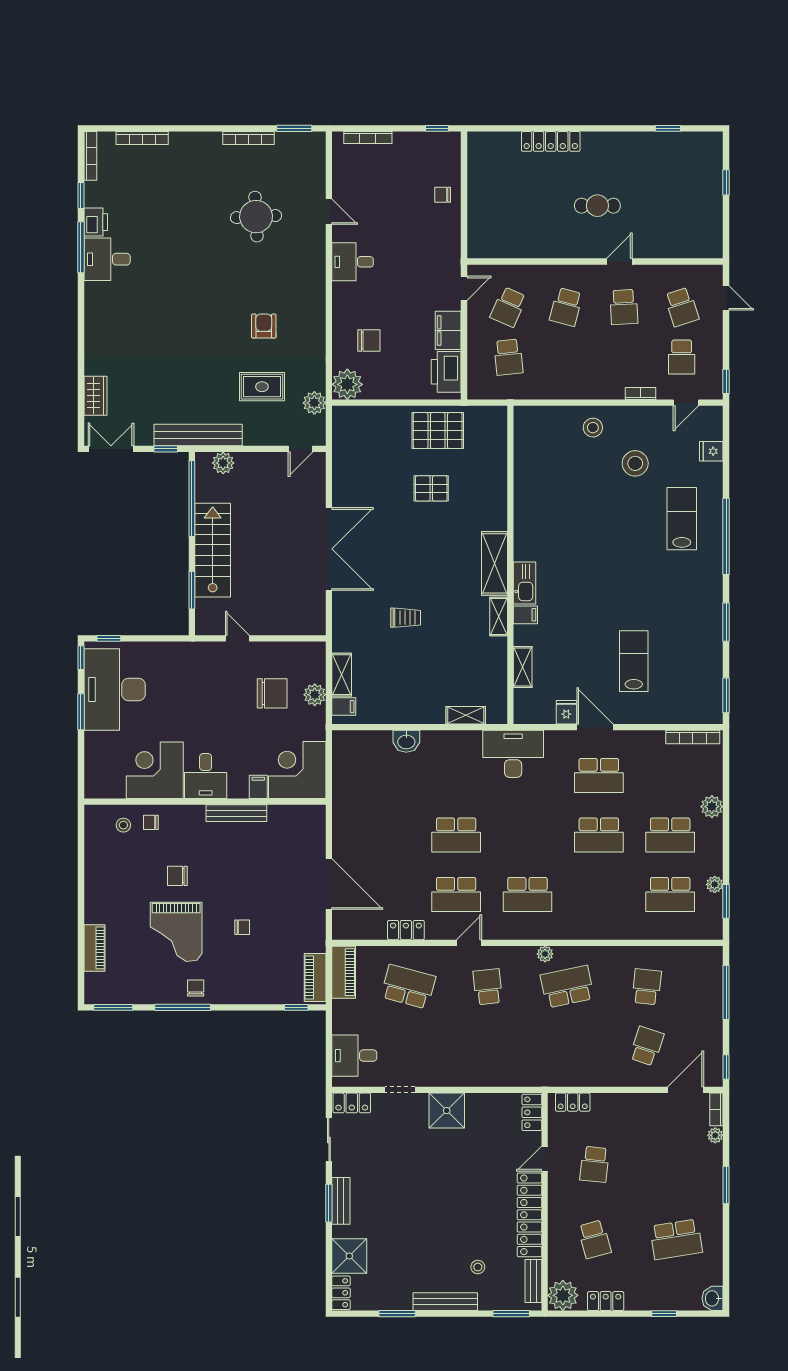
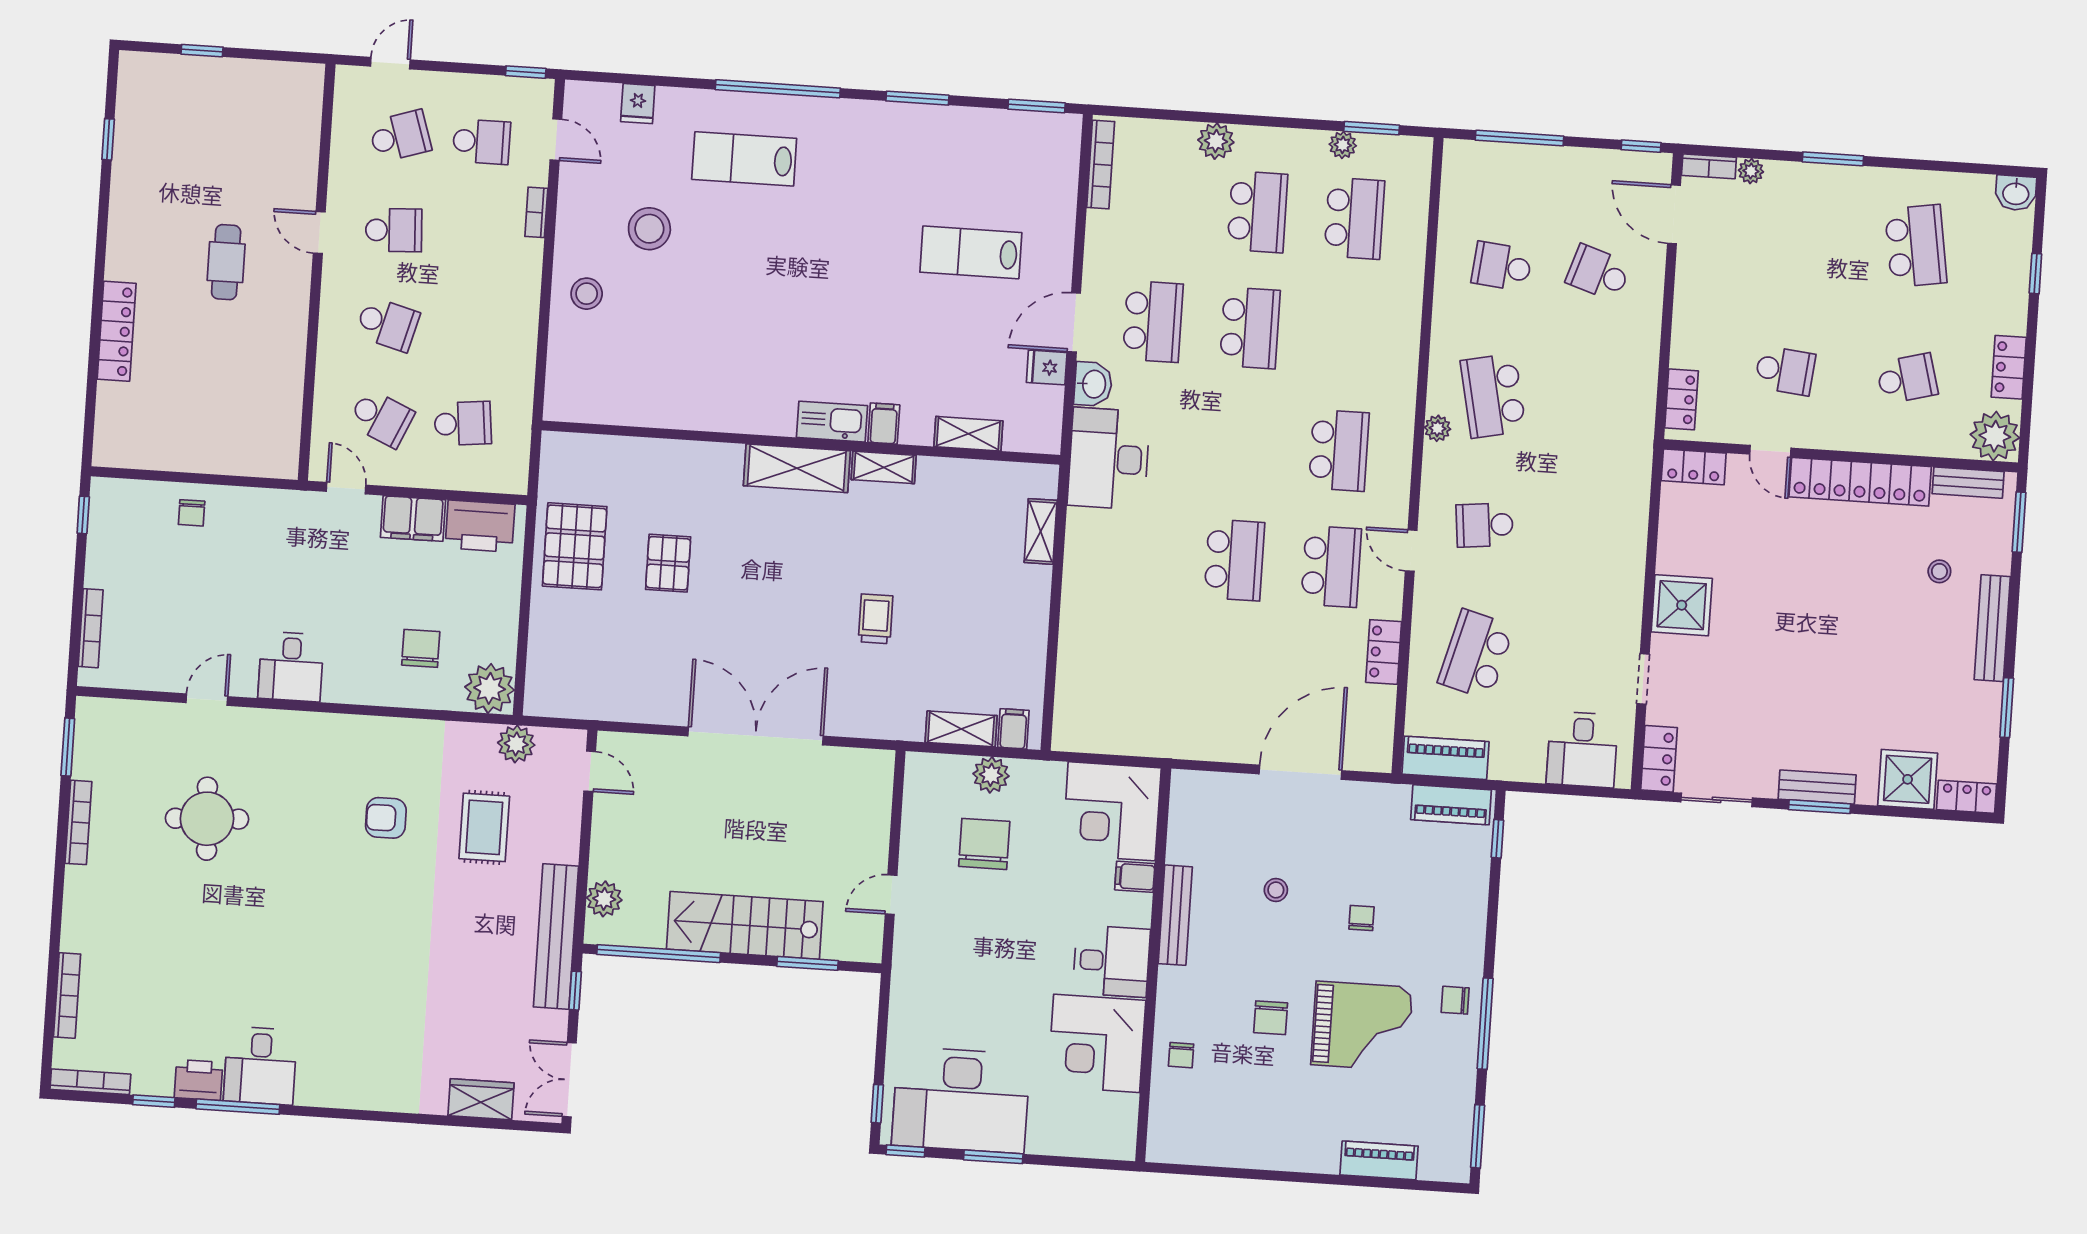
washbasin: (406, 741) -> (1093, 384), moved
stool: (123, 825) -> (1276, 890), moved

